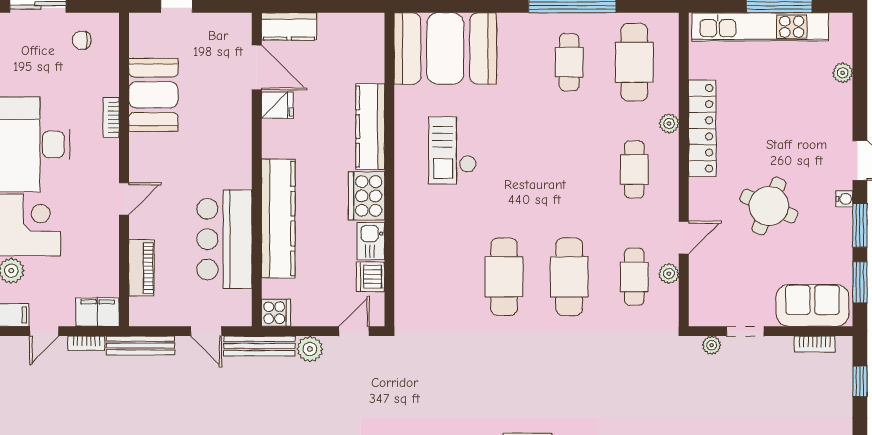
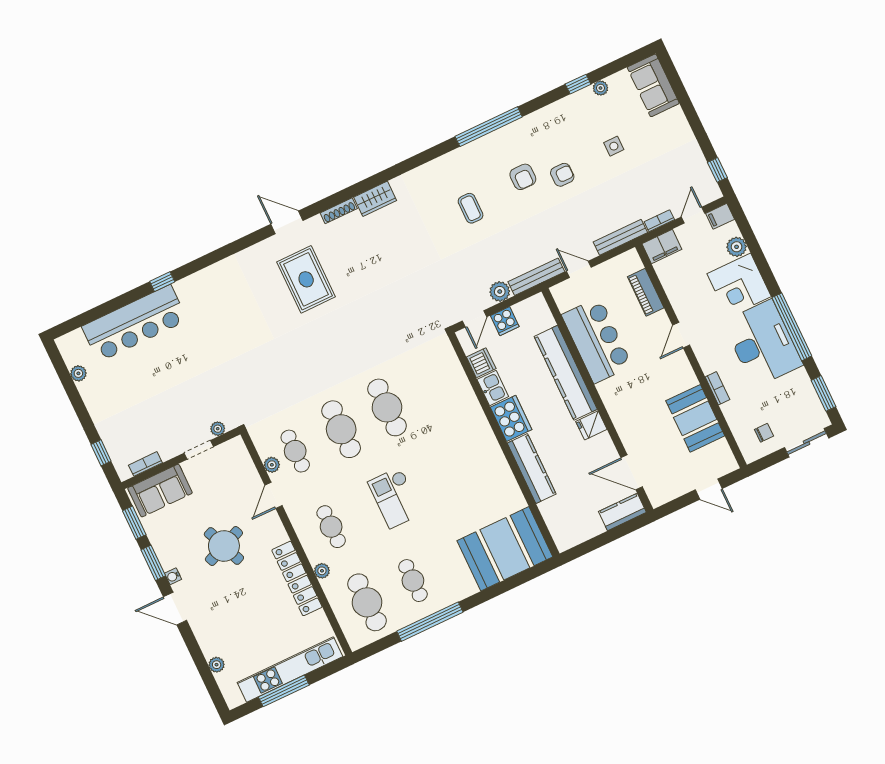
fridge: (277, 105) -> (591, 425), moved
checkout: (453, 150) -> (395, 498), moved, turned 180
round table: (769, 206) -> (224, 546), turned 45
cooker: (276, 313) -> (505, 321), moved, turned -90

